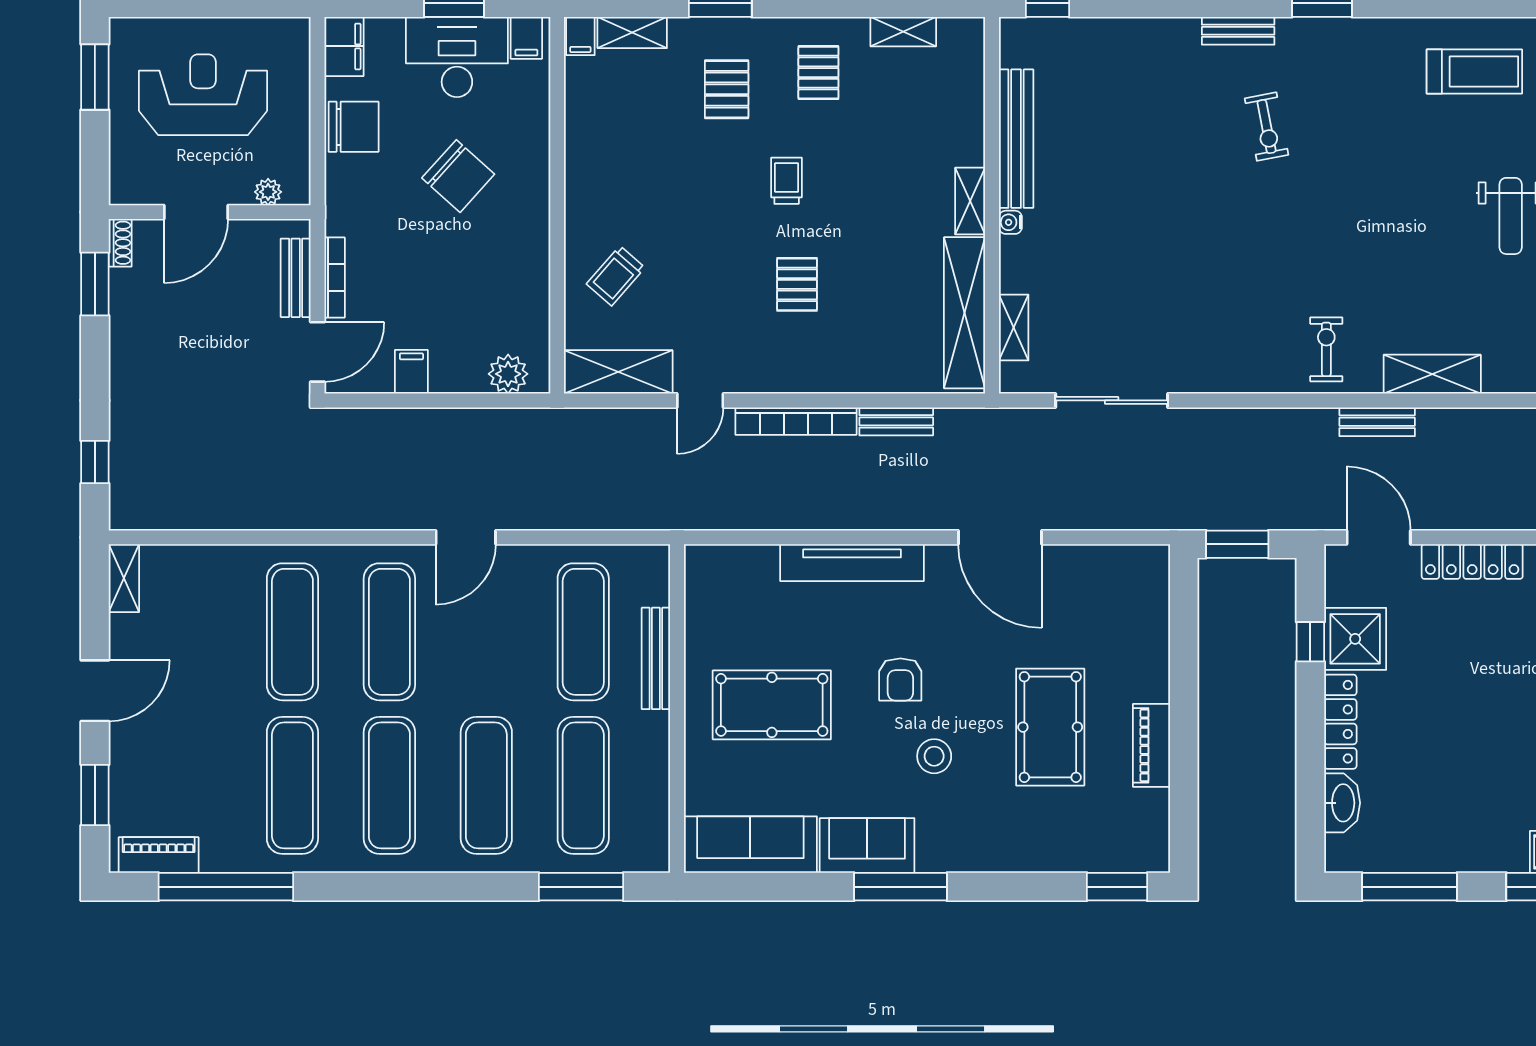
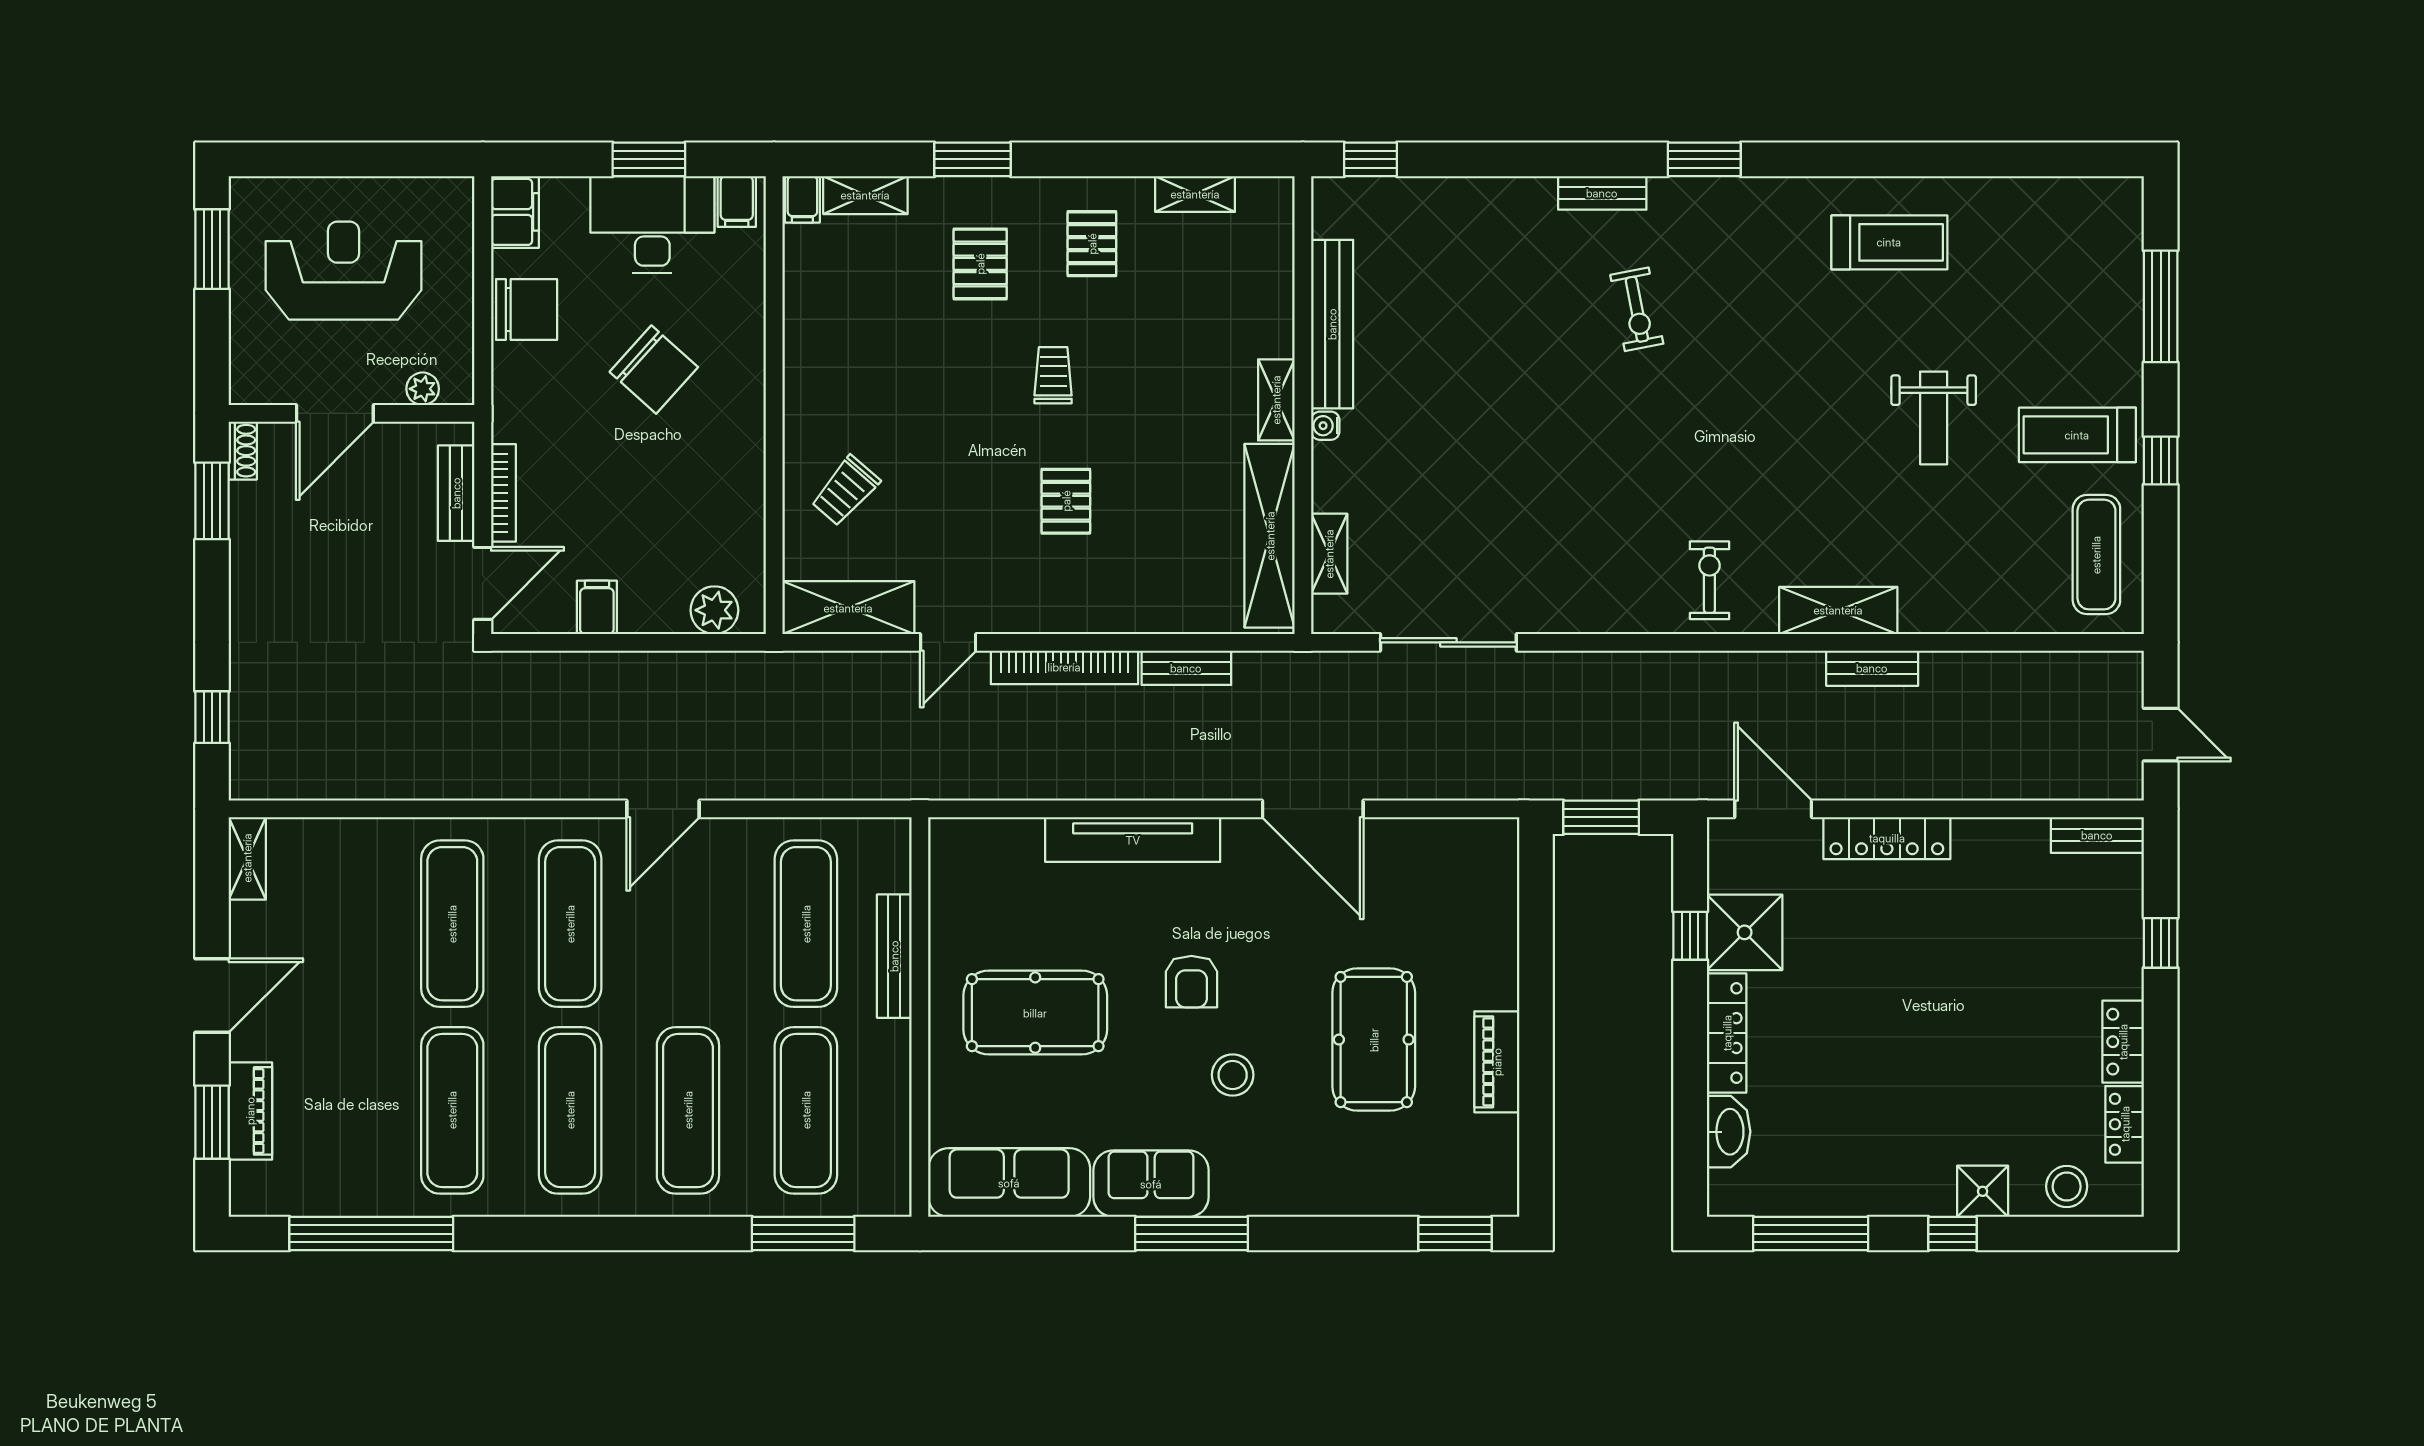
bench: (1377, 422) -> (1872, 668), moved
piano: (159, 855) -> (250, 1111), moved, turned 90

